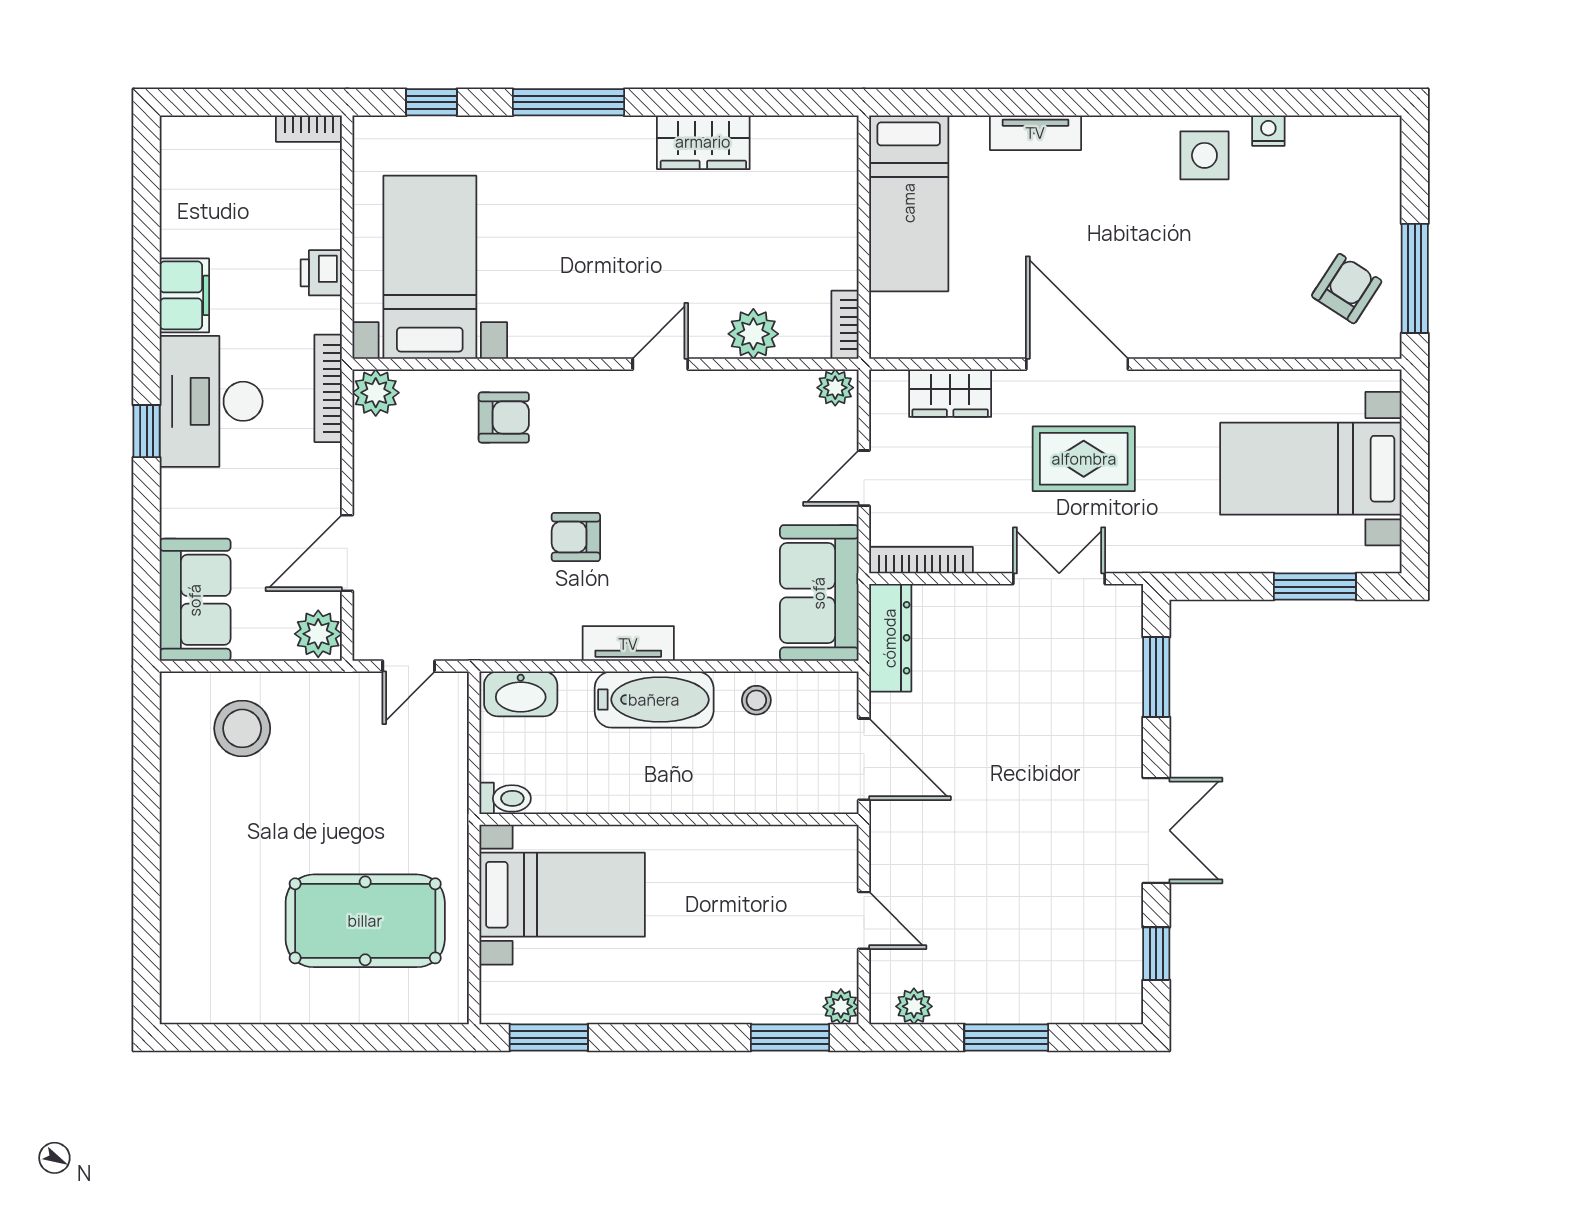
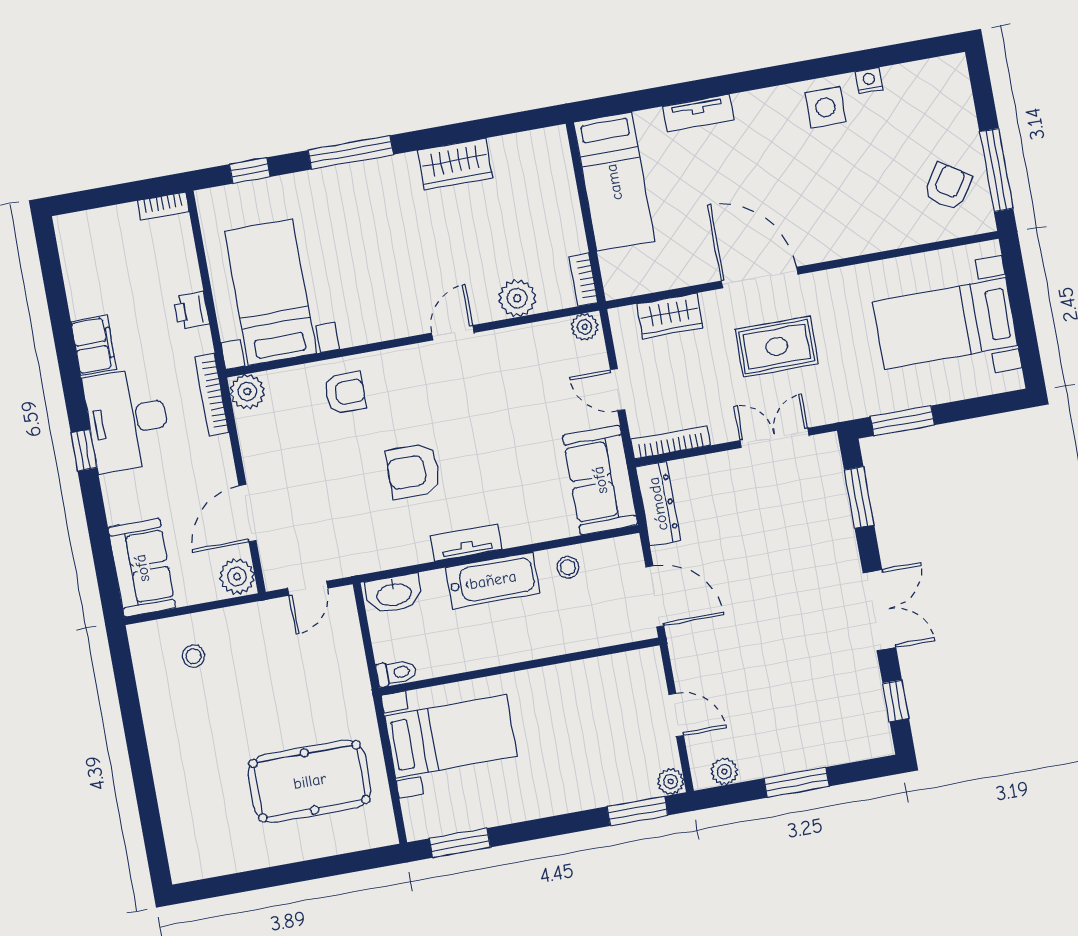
door: (864, 478) -> (618, 390), hinge flipped
armchair: (576, 537) -> (414, 471), width x1.38, depth x1.38
window: (1315, 587) -> (902, 421), moved
stool: (242, 728) -> (194, 656), width x0.53, depth x0.53

